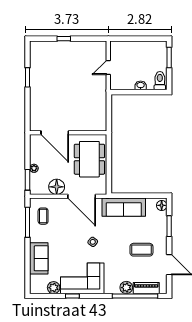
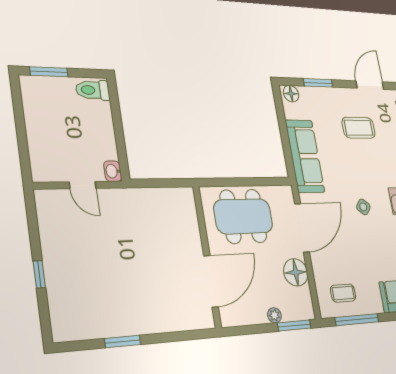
washbasin: (141, 85) -> (113, 171), moved
coffee table: (141, 250) -> (359, 128), turned 90

